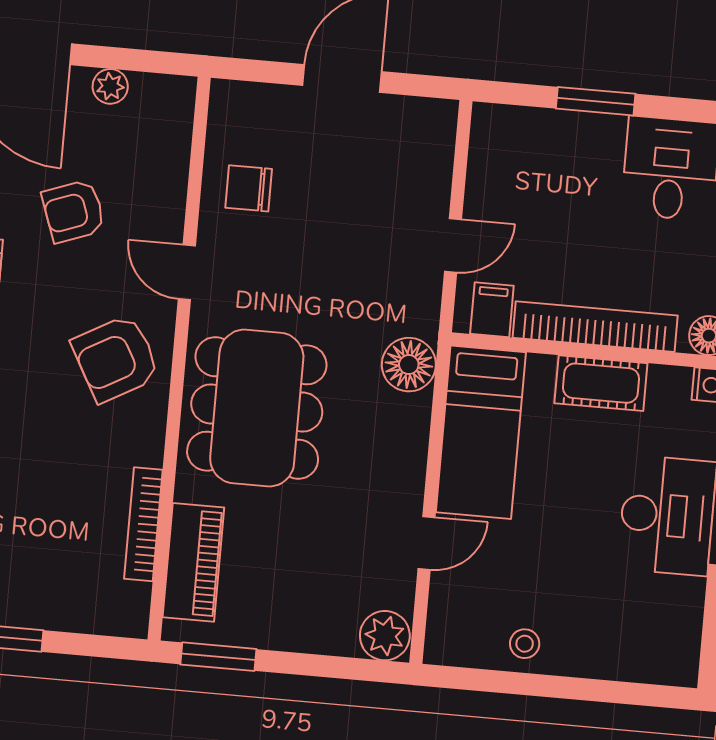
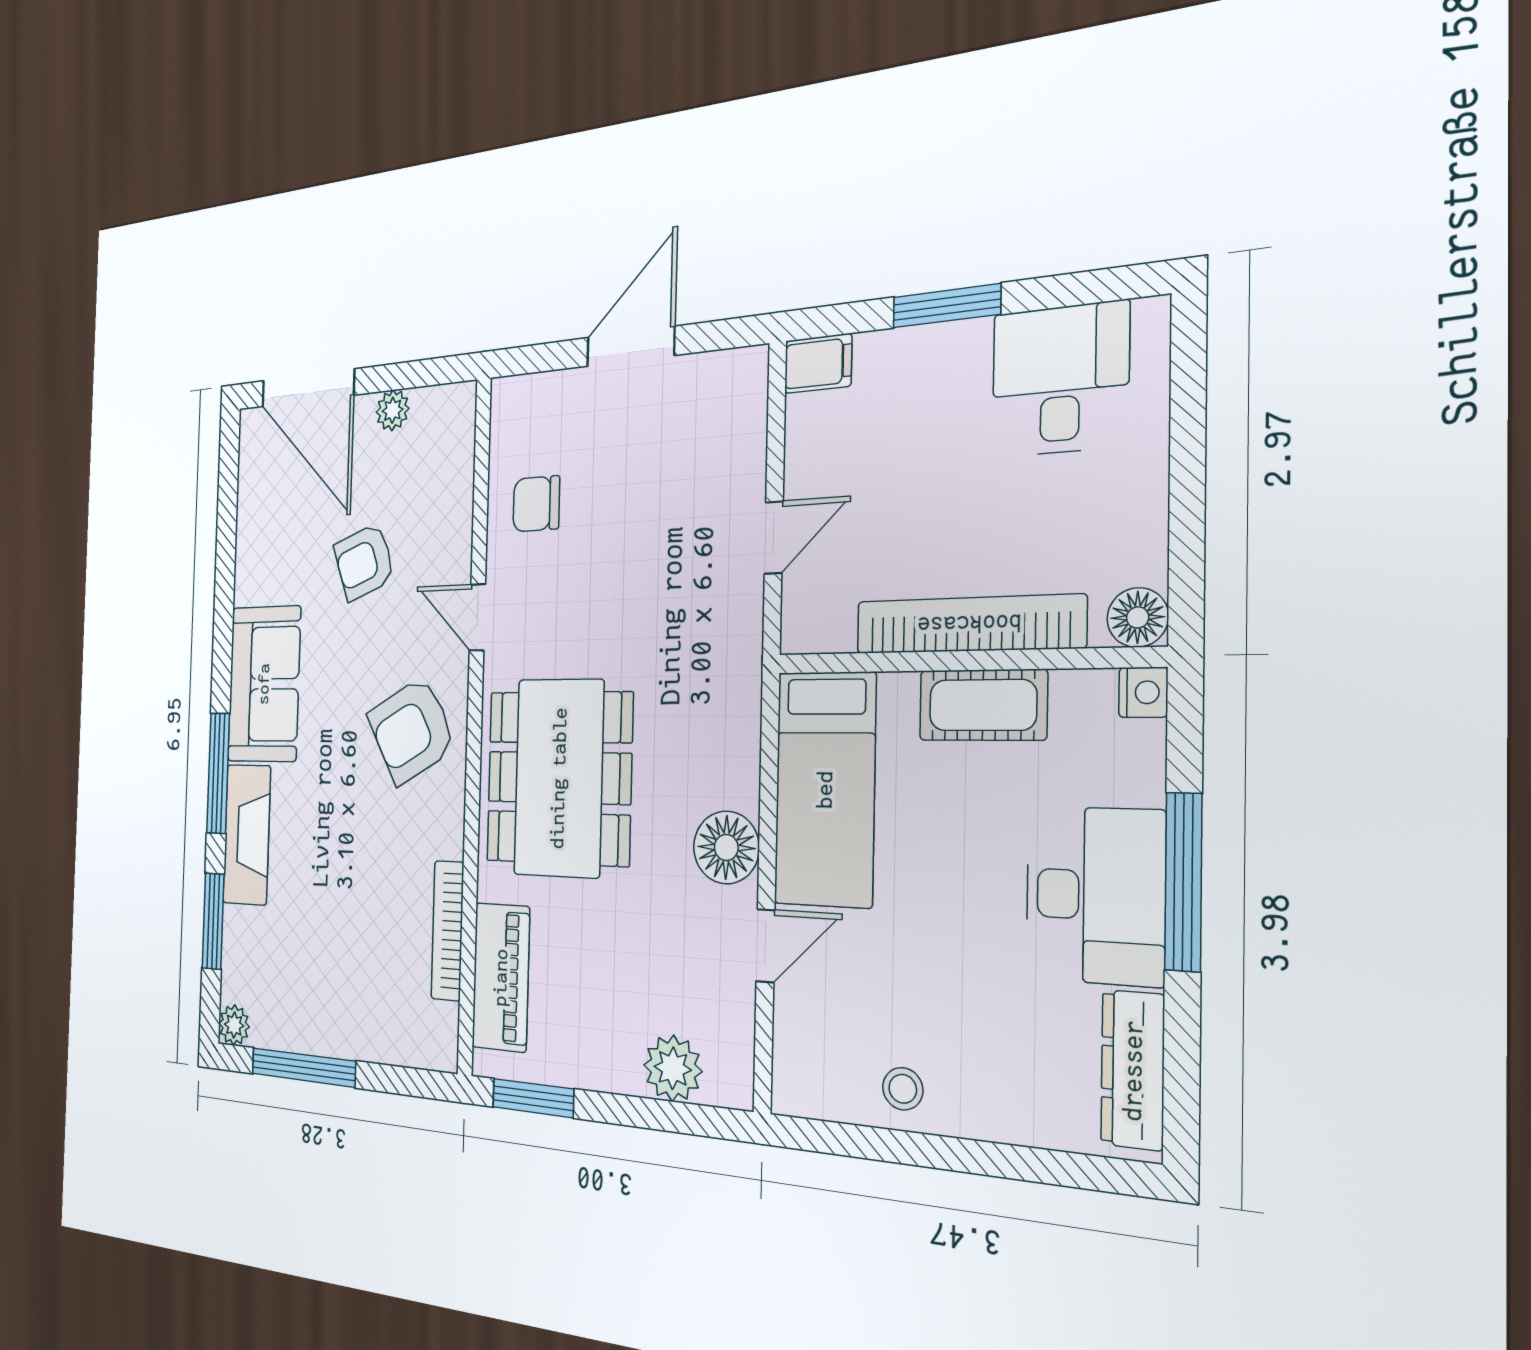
filing cabinet: (492, 310) -> (818, 364), moved, turned 90
floor lamp: (409, 365) -> (726, 847), moved
dresser: (683, 629) -> (1133, 1070), added
plant: (385, 636) -> (673, 1068), moved

